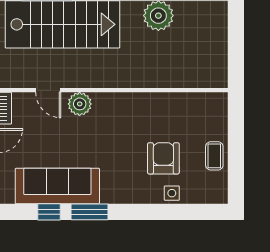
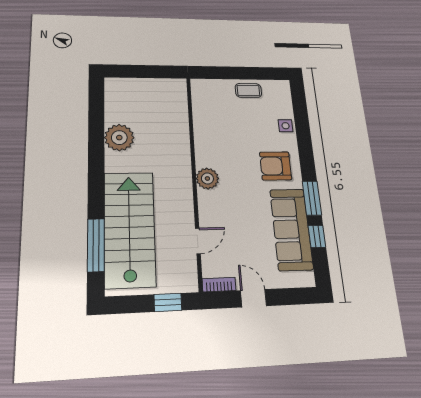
plant: (80, 104) -> (207, 179), moved
armchair: (163, 158) -> (276, 166), moved

